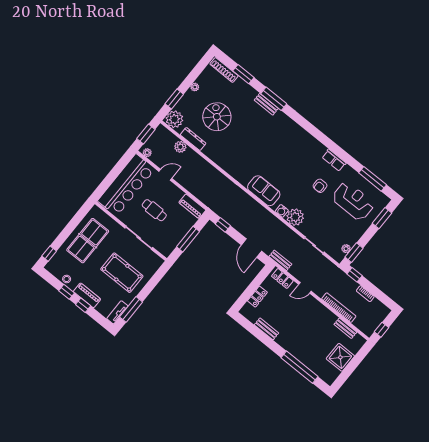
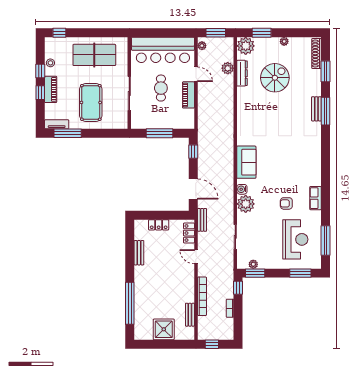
piano: (192, 206) -> (188, 95), moved
door: (251, 248) -> (193, 189), swing flipped

